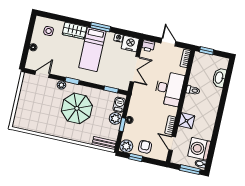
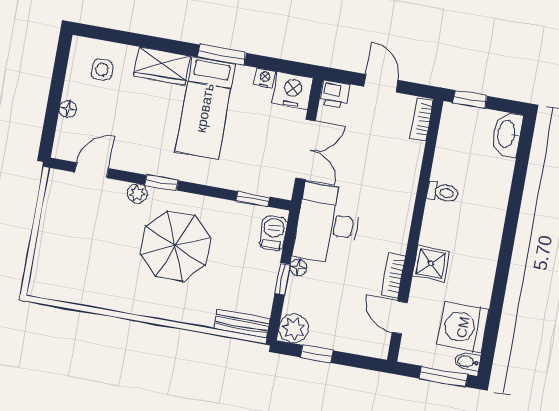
washbasin: (219, 78) -> (507, 134), moved
desk: (169, 89) -> (327, 224), moved, turned 180
plant: (115, 118) -> (266, 265), removed
armchair: (145, 147) -> (337, 328), removed

